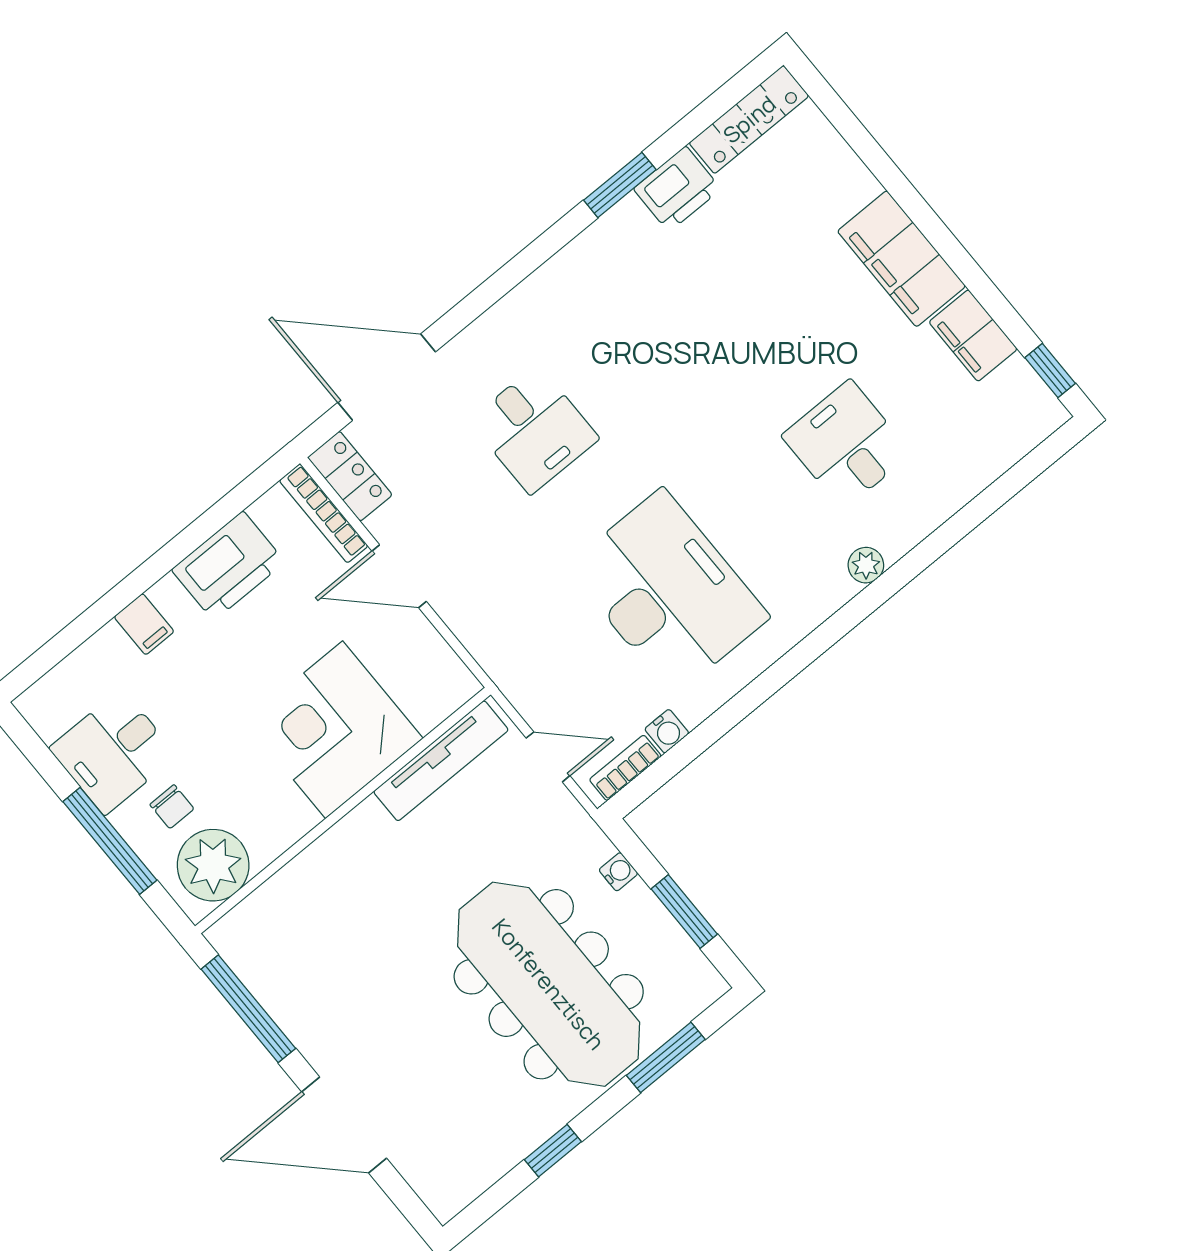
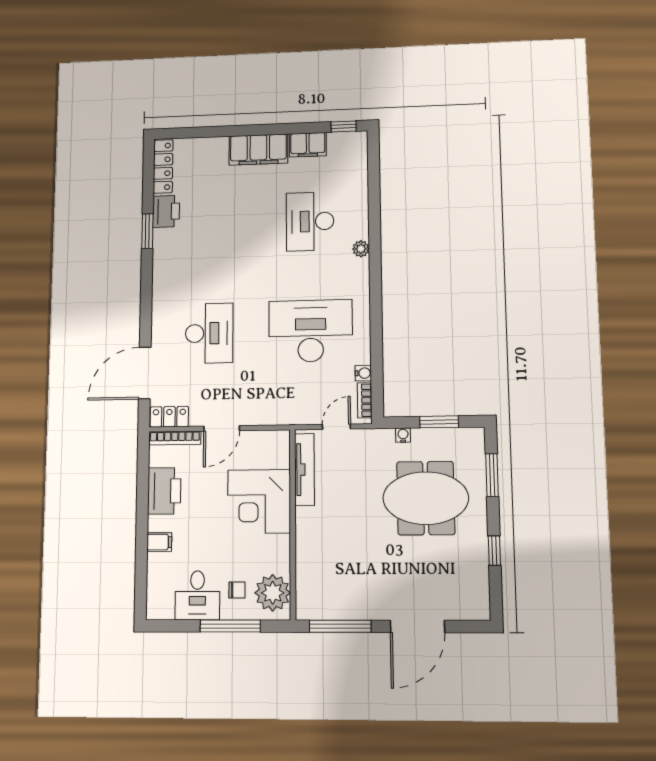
desk: (534, 430) -> (209, 333), width x1.37
desk: (847, 445) -> (310, 221), width x1.37
meeting table: (549, 984) -> (426, 498), width x0.73

